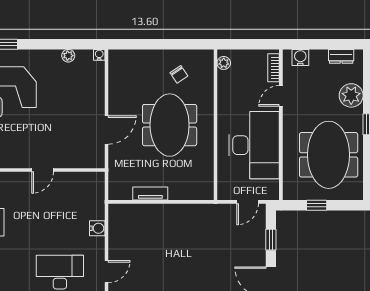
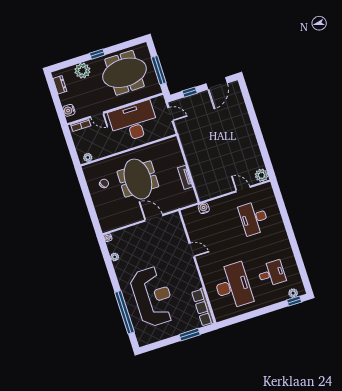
meeting table: (170, 125) -> (138, 179), turned 90
window: (317, 205) -> (159, 70), width x2.17
water cooler: (97, 228) -> (204, 208), moved

